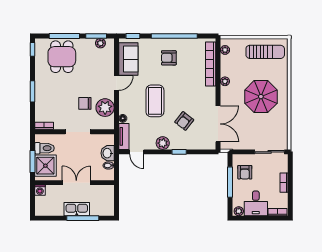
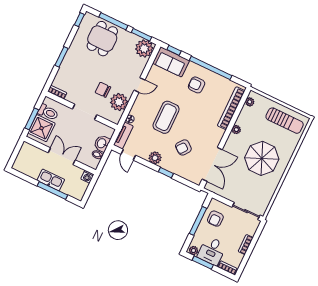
plant: (100, 43) -> (144, 49), width x1.88, depth x1.88
sofa: (128, 59) -> (171, 62), moved, turned 90
washing machine: (40, 190) -> (87, 177), moved
window: (253, 218) -> (203, 263), added

